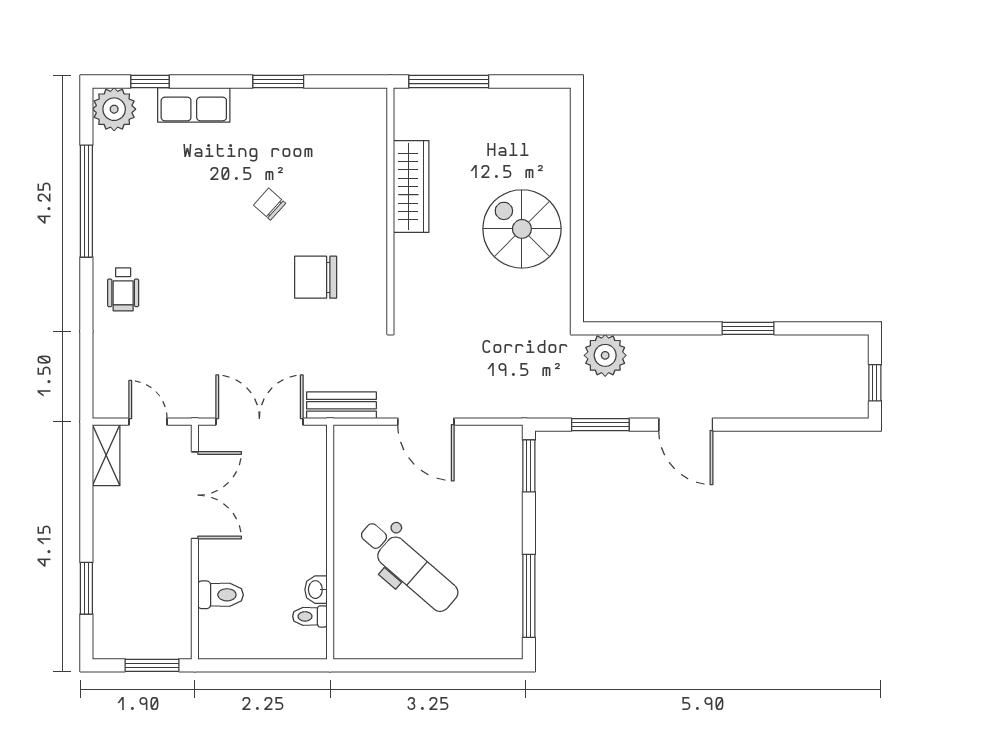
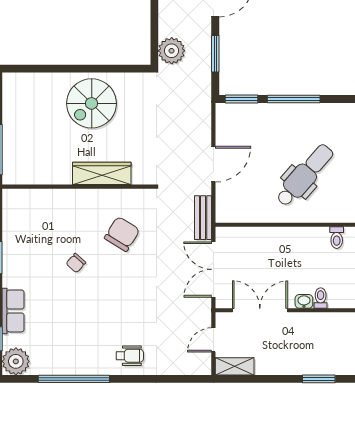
wardrobe: (411, 186) -> (102, 173), moved
chair: (316, 277) -> (122, 234), turned -148
washbasin: (316, 590) -> (304, 301), moved, turned 180
toilet: (221, 595) -> (321, 298), width x0.73, depth x0.72
window: (529, 596) -> (294, 99), moved

